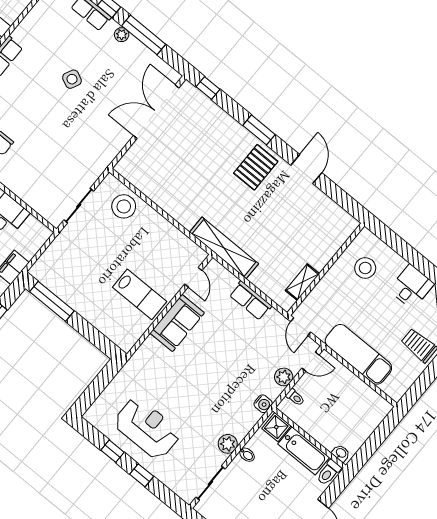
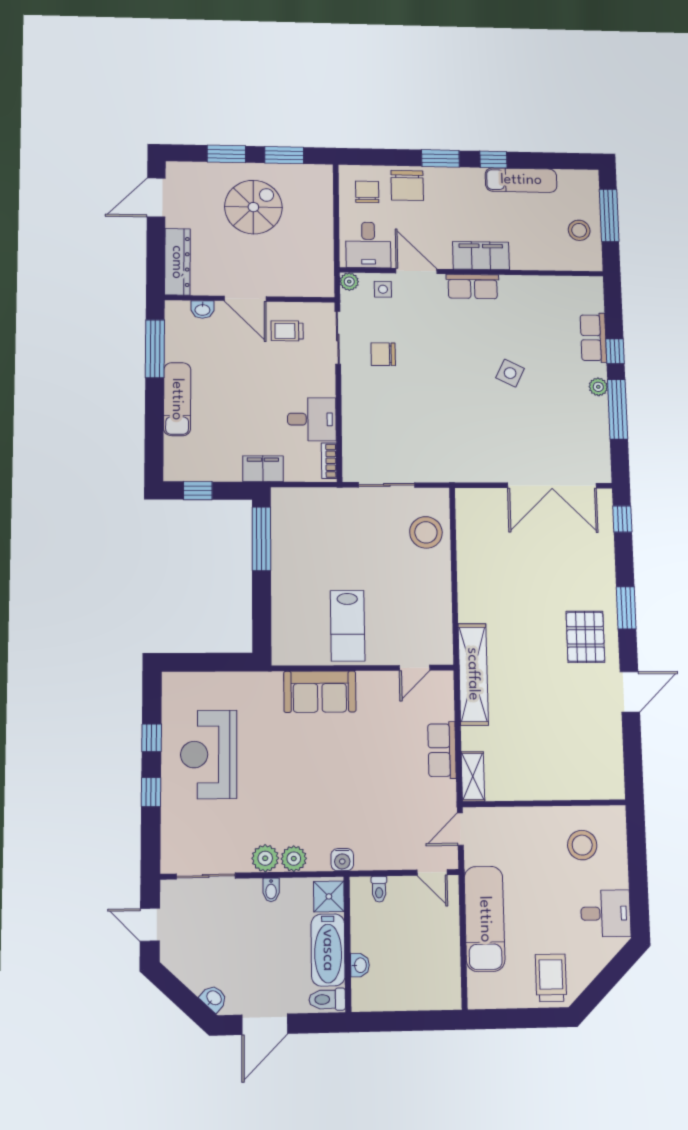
double door: (156, 112) -> (552, 486), swing flipped
pallet: (256, 167) -> (585, 637), turned 90
bookcase: (38, 226) -> (329, 461), added
shelving: (302, 282) -> (473, 776), moved, turned 90
sofa: (177, 323) -> (320, 692), moved
plant: (284, 377) -> (294, 859), moved
reception desk: (147, 428) -> (209, 754), turned 180
washbasin: (341, 453) -> (360, 965), moved

